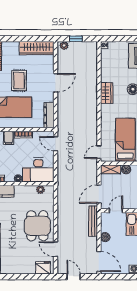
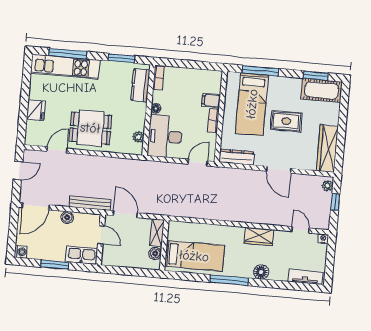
door: (99, 152) -> (301, 230), moved
fridge: (43, 268) -> (36, 110), moved

